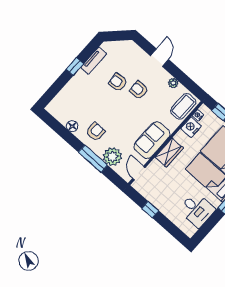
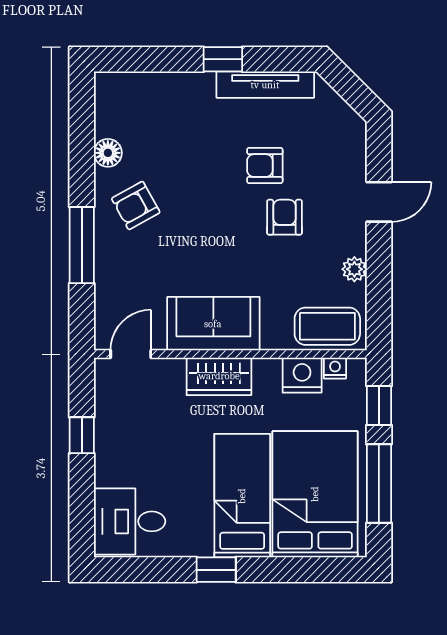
tv unit: (94, 61) -> (265, 85), width x1.41
armchair: (118, 82) -> (265, 166), turned -85
armchair: (95, 132) -> (136, 205), turned 151
plant: (112, 157) -> (117, 278), removed
desk: (197, 210) -> (130, 521), moved, turned 90

